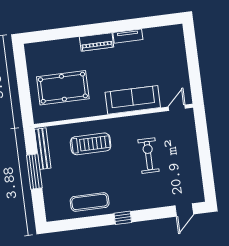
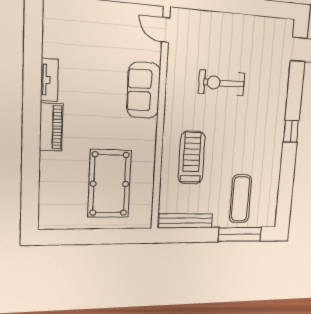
sofa: (133, 100) -> (144, 90), width x0.73
window: (34, 172) -> (240, 234), moved
exercise mat: (90, 202) -> (241, 199), moved

